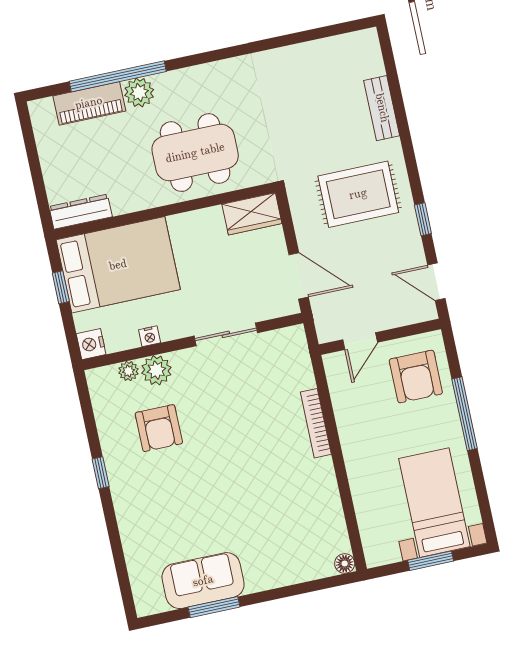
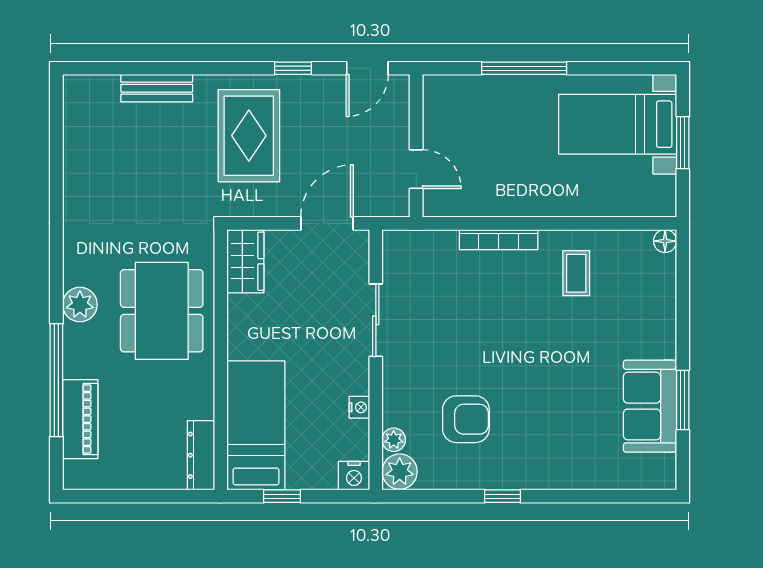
plant: (139, 92) -> (80, 305), moved
bed: (118, 265) -> (256, 425), width x0.67
plant: (156, 370) -> (400, 472), moved
armchair: (416, 376) -> (470, 115), removed
coffee table: (302, 495) -> (576, 273), added

